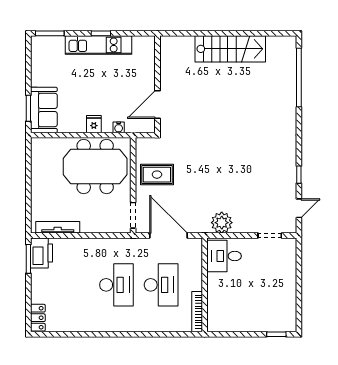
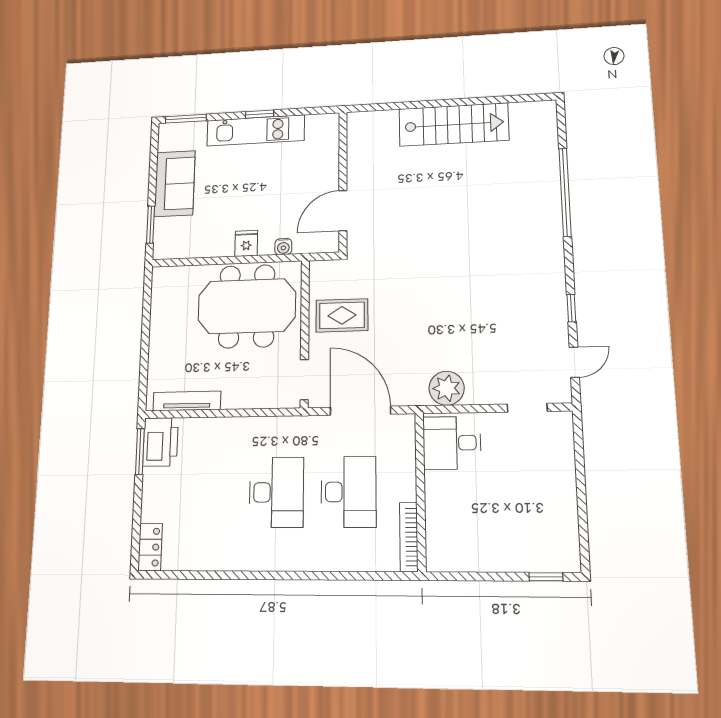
window: (299, 78) -> (565, 192), moved
sofa: (44, 110) -> (175, 184), moved

